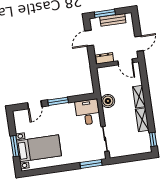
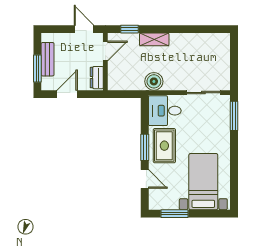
door: (89, 38) -> (67, 94), swing flipped
rug: (61, 116) -> (164, 146), added
shelving: (142, 120) -> (185, 40), removed
window: (153, 139) -> (129, 29), moved
window: (15, 146) -> (174, 214), moved

